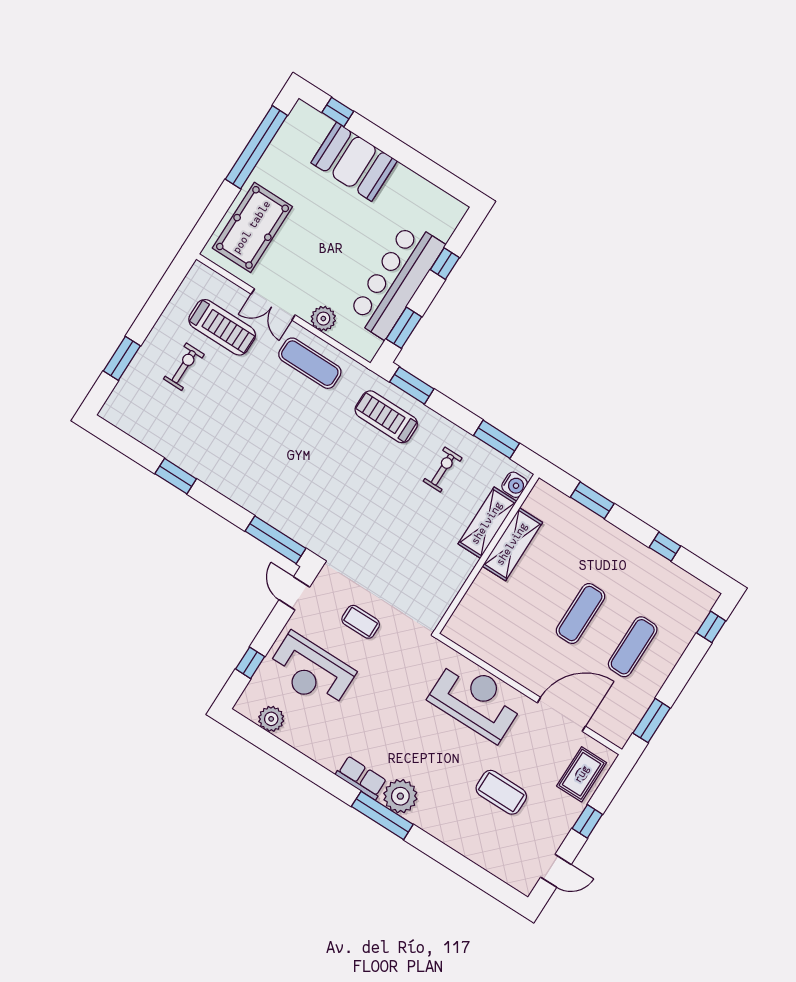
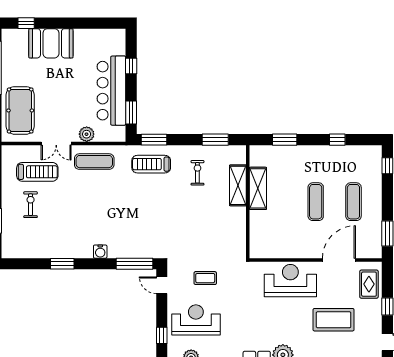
water cooler: (515, 485) -> (100, 252), moved, turned 90
reception desk: (311, 671) -> (196, 320), turned 180
coffee table: (501, 792) -> (334, 320), width x1.36, depth x1.32

